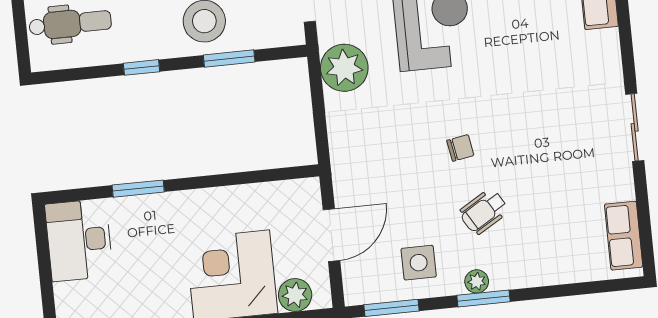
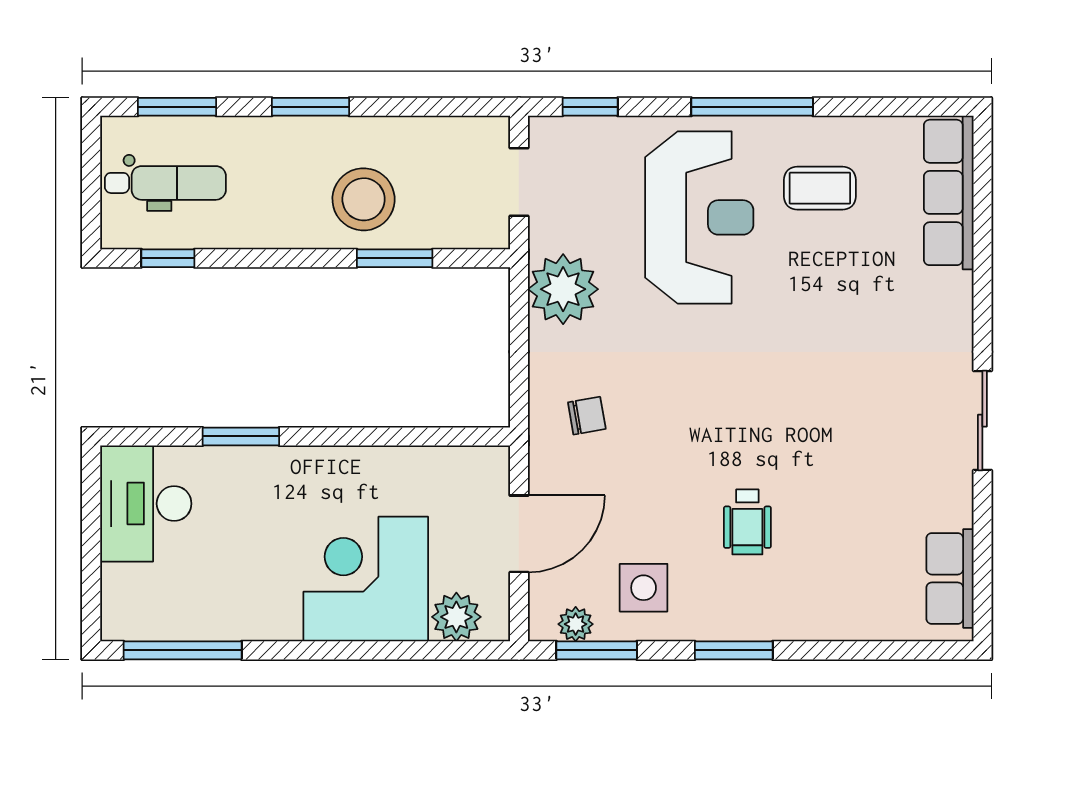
window: (142, 67) -> (168, 258), moved
chair: (460, 148) -> (587, 416), moved
wheelchair: (484, 211) -> (747, 522), turned -59
plant: (477, 281) -> (576, 624), moved

